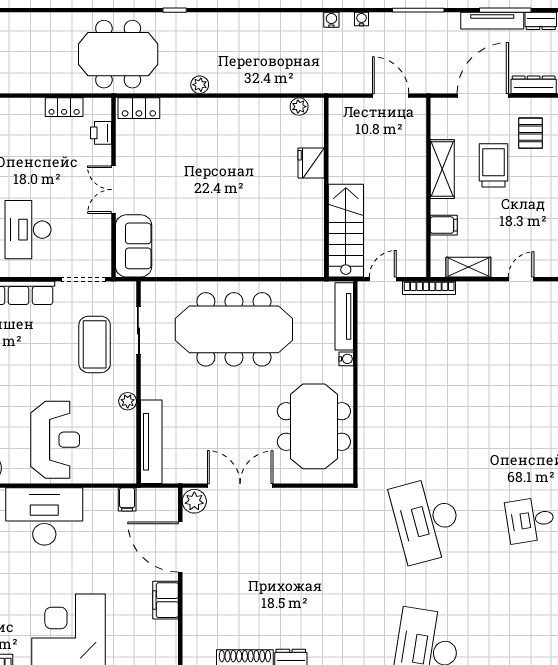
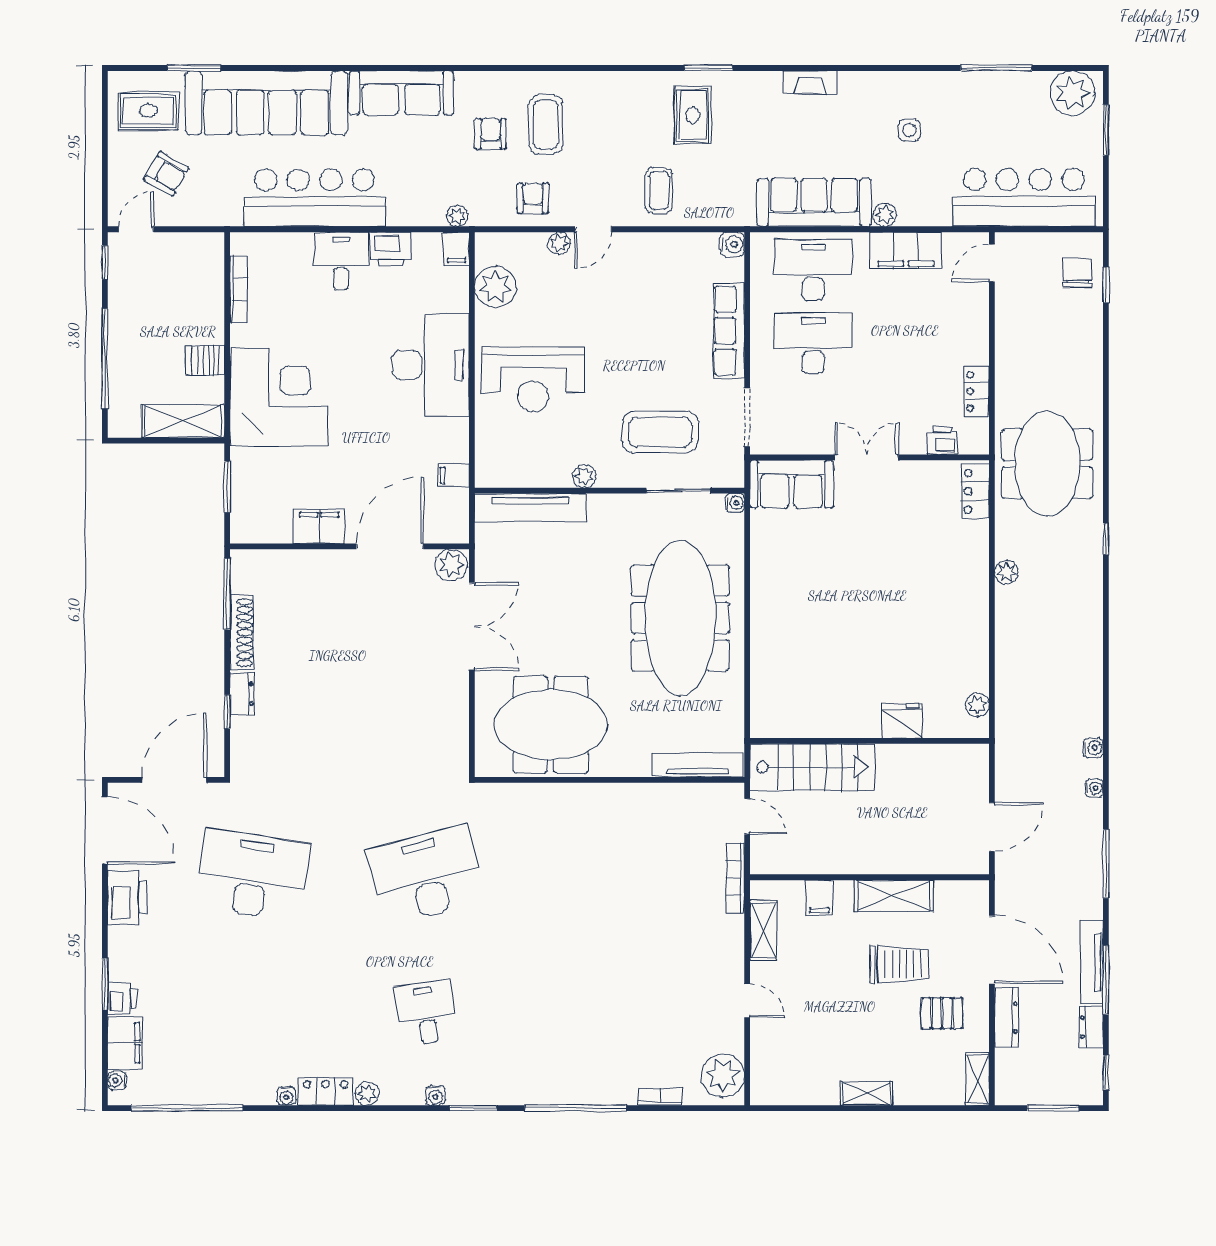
water cooler: (346, 359) -> (735, 503), moved, turned -90

